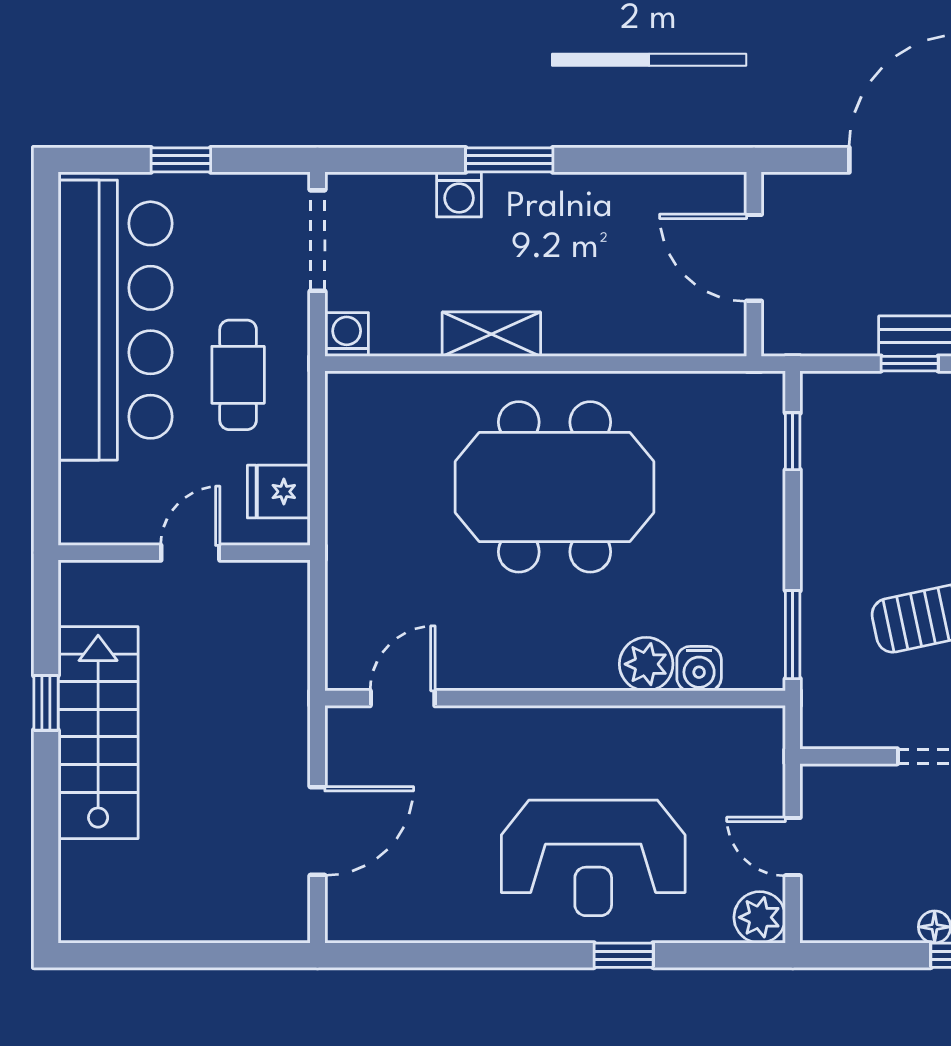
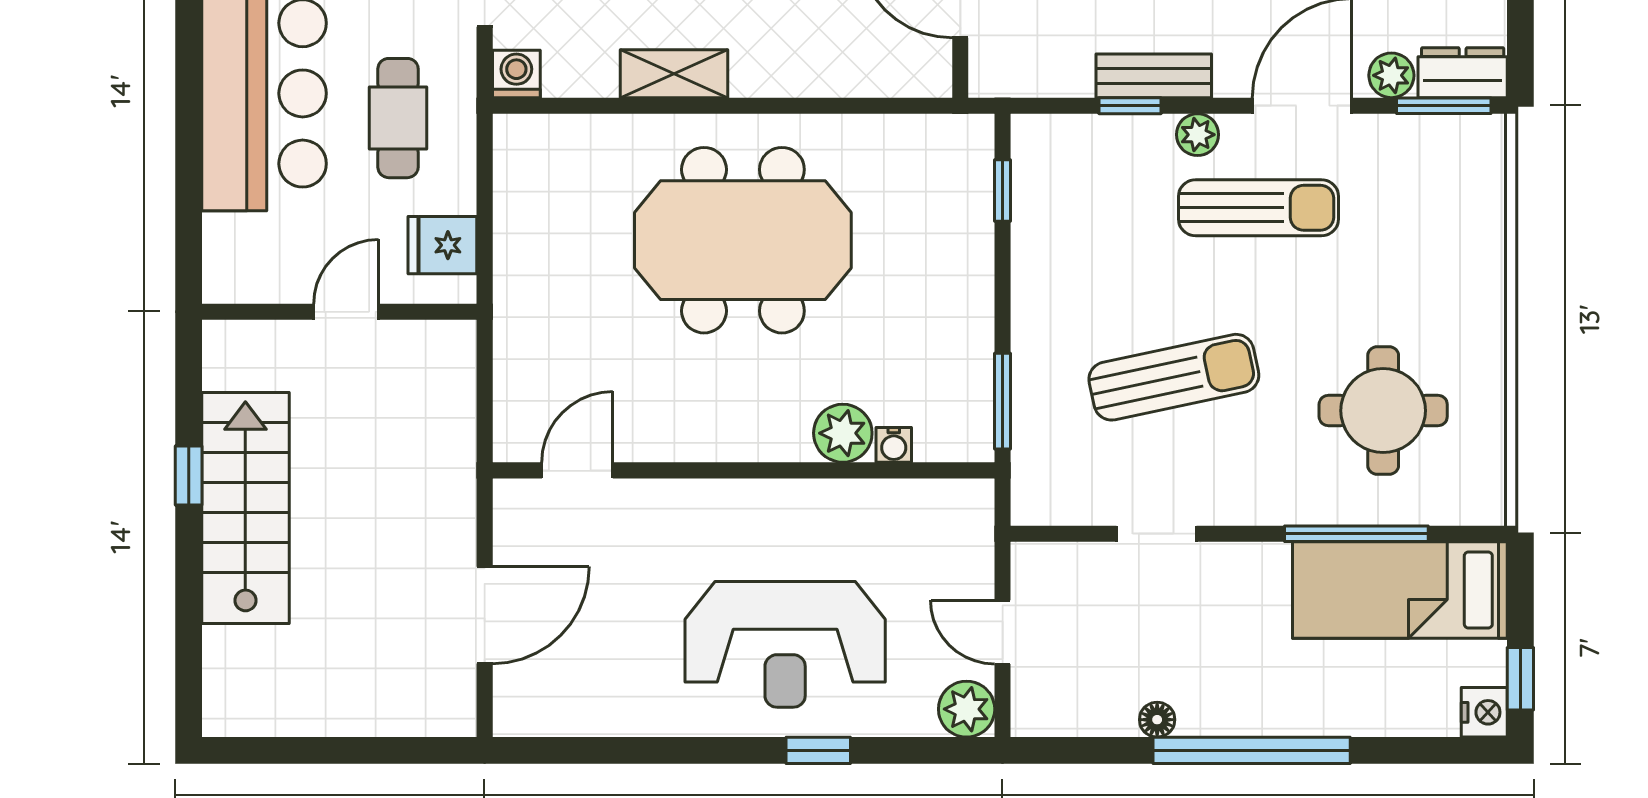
water cooler: (699, 669) -> (894, 445), width x0.72, depth x0.72

